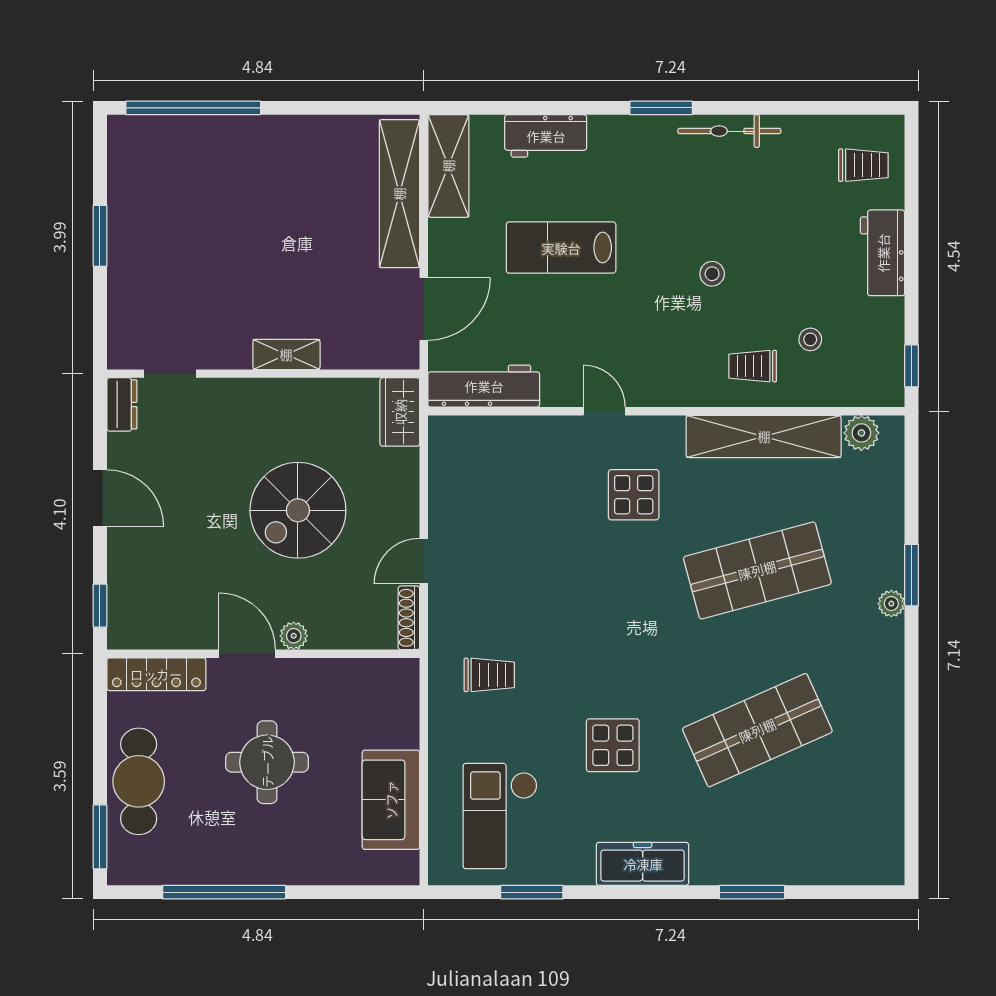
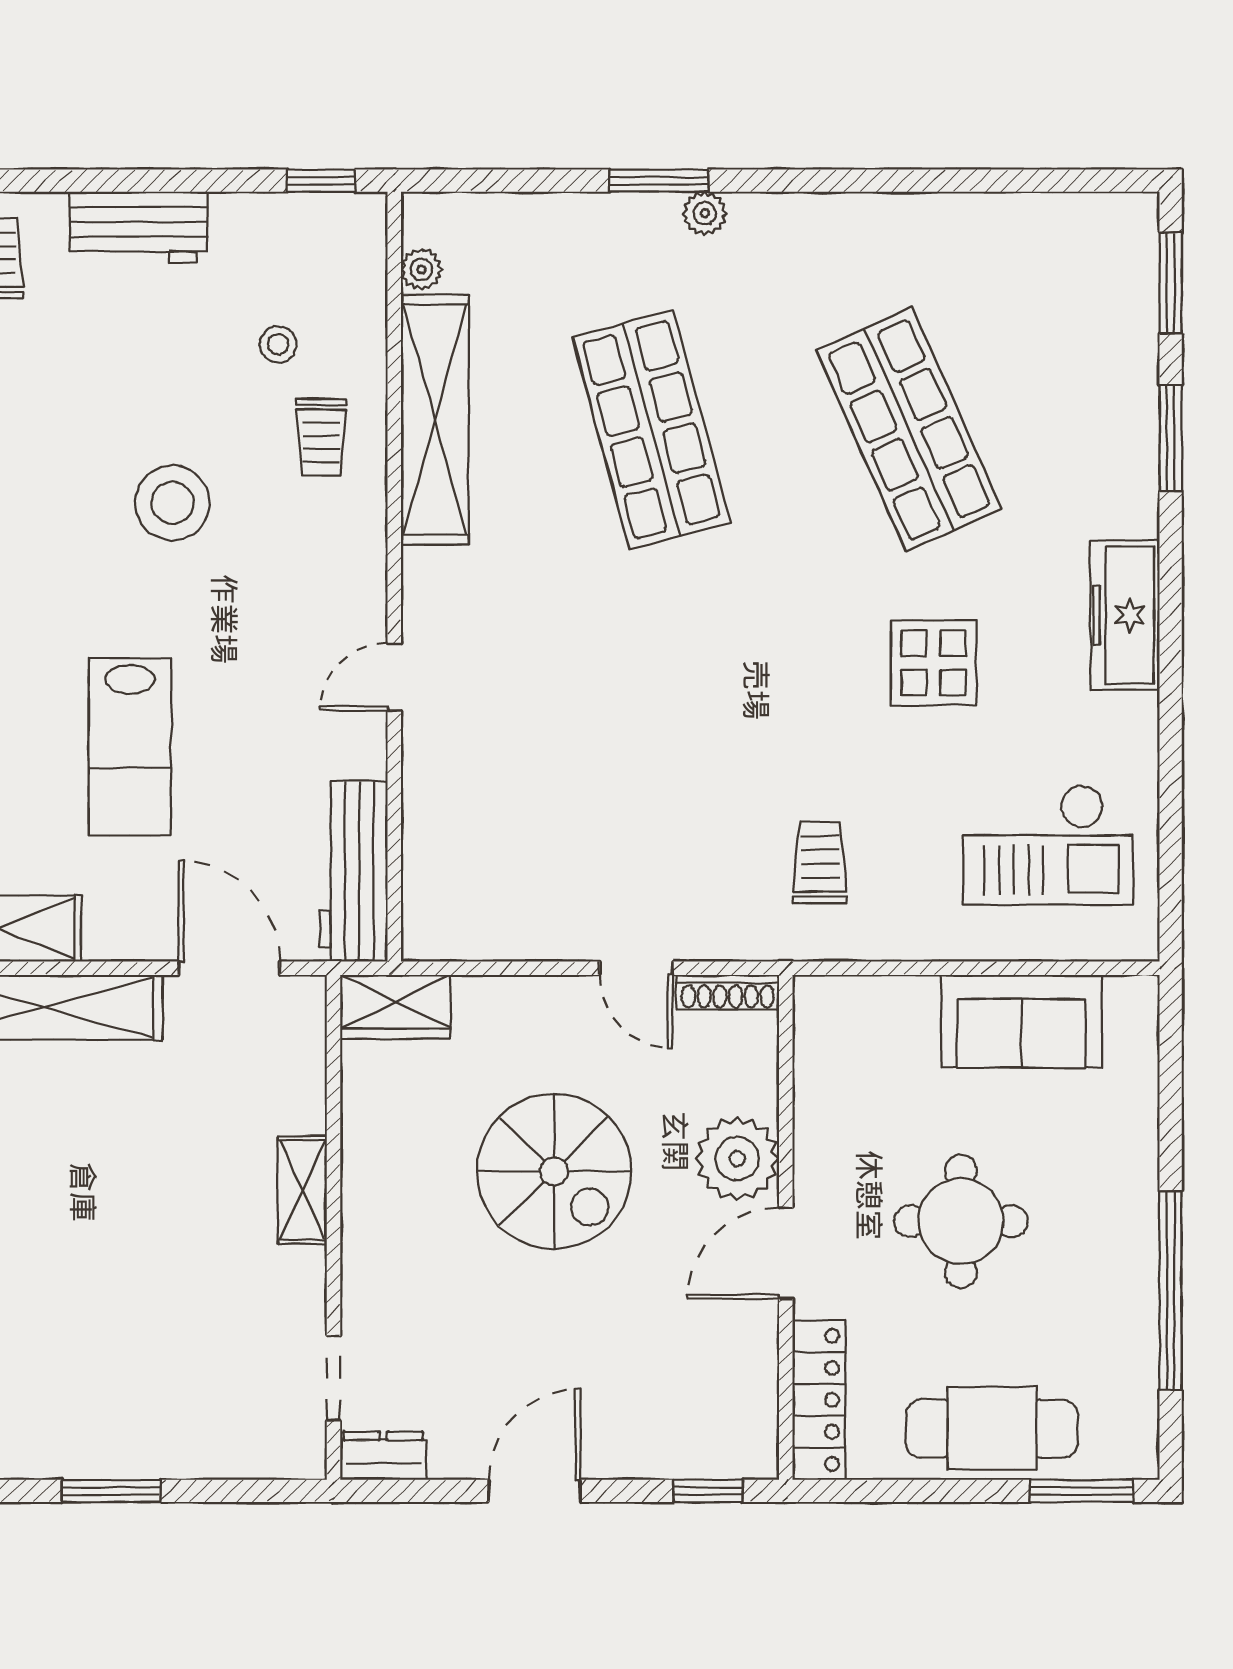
stool: (712, 274) -> (172, 503), width x1.89, depth x1.89
plant: (861, 433) -> (421, 269), width x0.73, depth x0.73
display table: (634, 495) -> (529, 629), removed
plant: (294, 636) -> (737, 1159), width x1.87, depth x1.87
window: (532, 892) -> (1171, 283), moved

